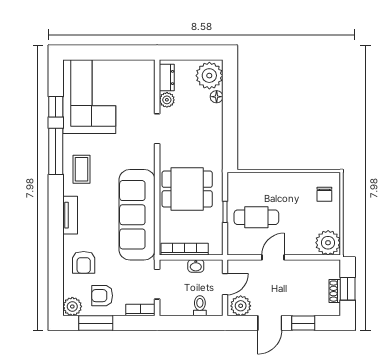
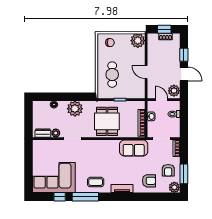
plant: (209, 76) -> (75, 109), moved
sofa: (137, 215) -> (134, 148), width x0.54, depth x0.79
cafe table: (256, 217) -> (112, 75), moved

